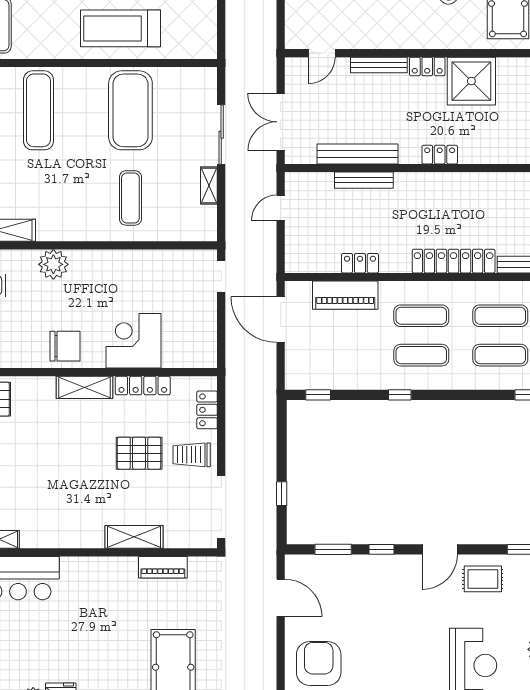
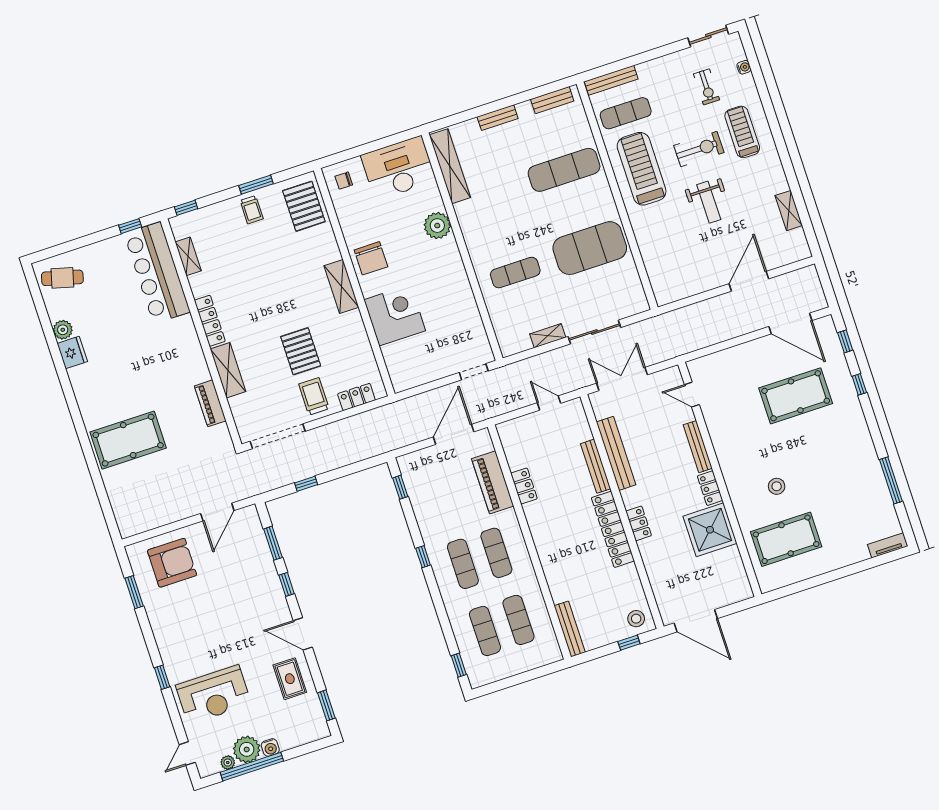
treadmill: (120, 28) -> (642, 169), moved
locker: (454, 261) -> (613, 529), moved, turned 180
locker: (143, 385) -> (210, 321), moved, turned 180

